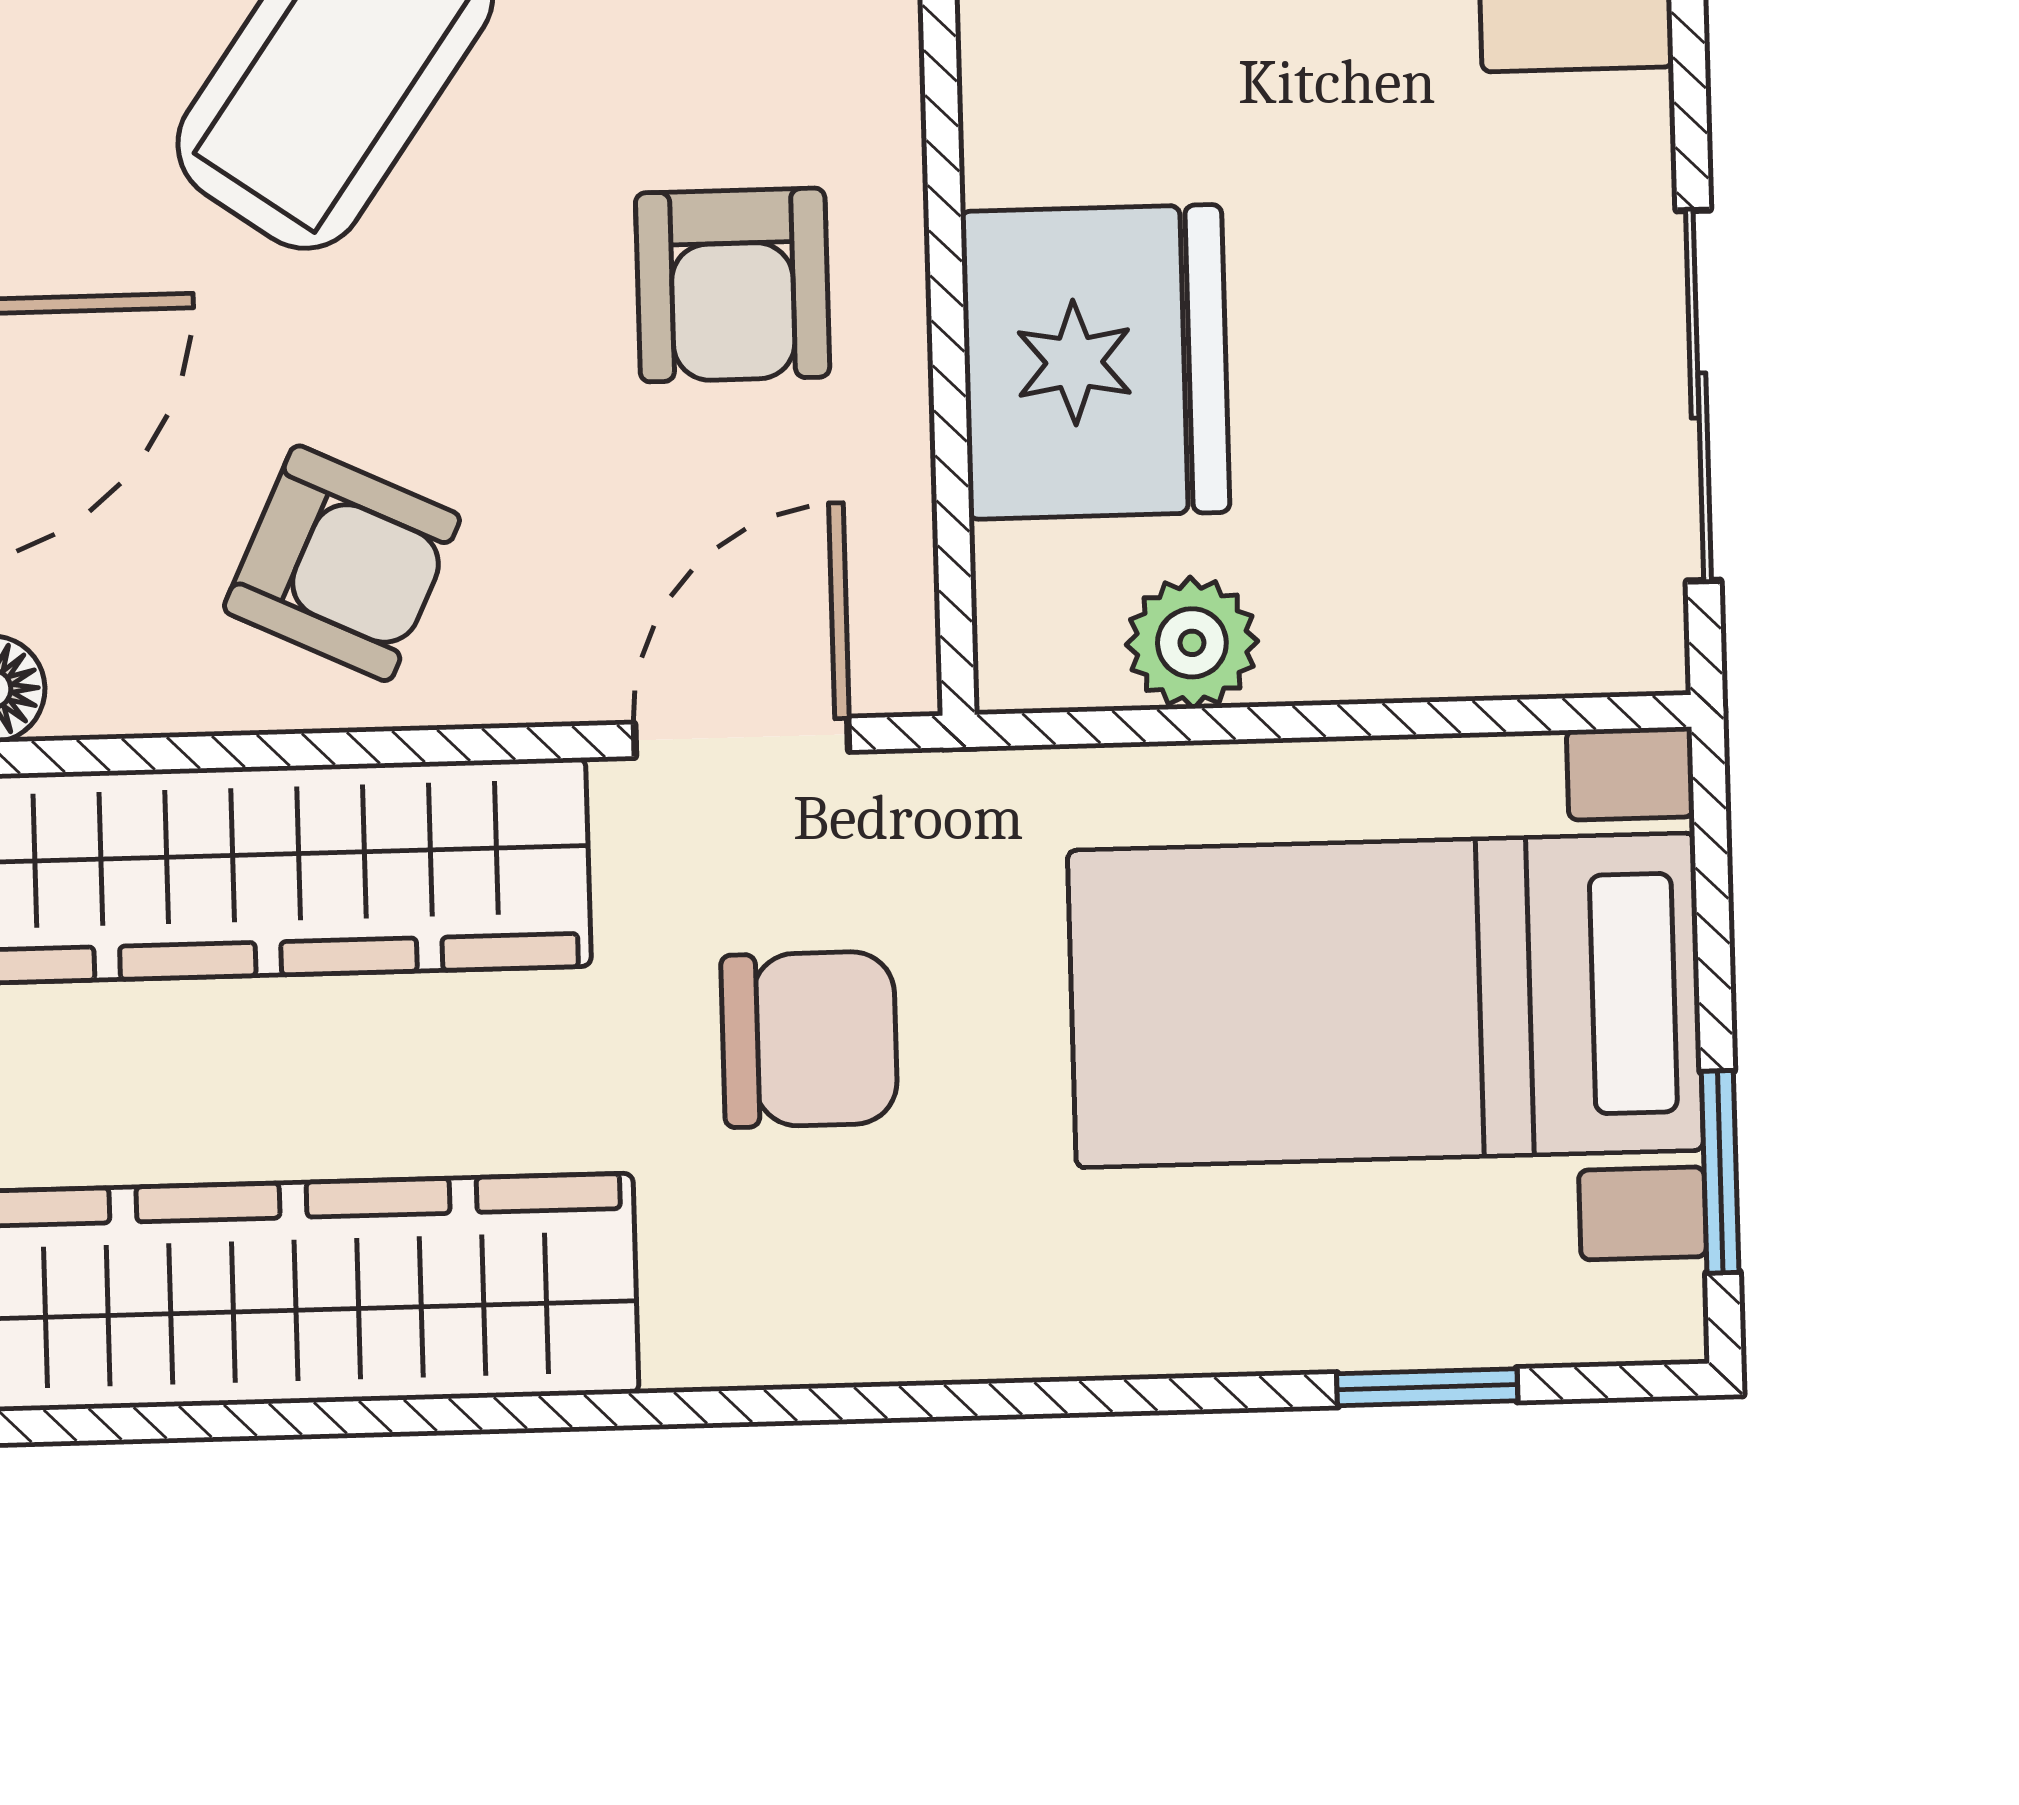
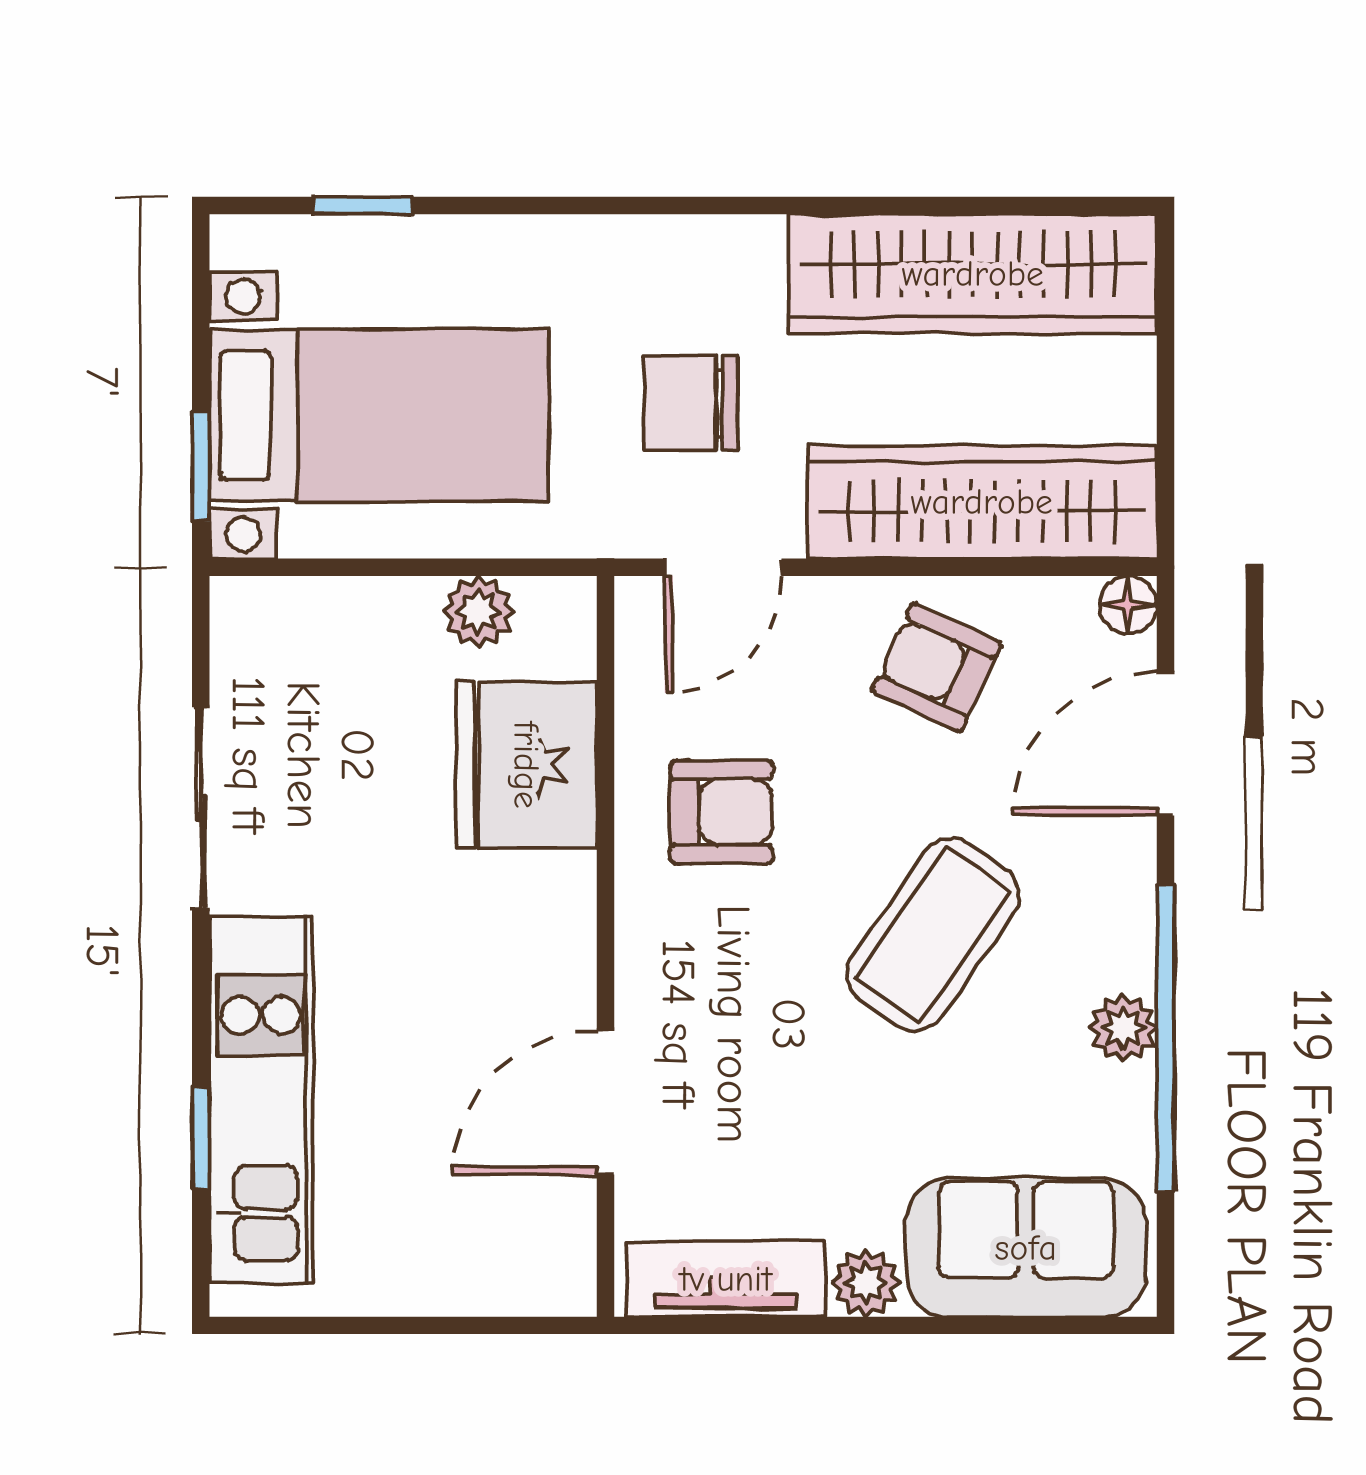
armchair: (733, 285) -> (721, 812), turned 90
sliding door: (1698, 395) -> (201, 808), moved
window: (1720, 1172) -> (201, 466), moved

